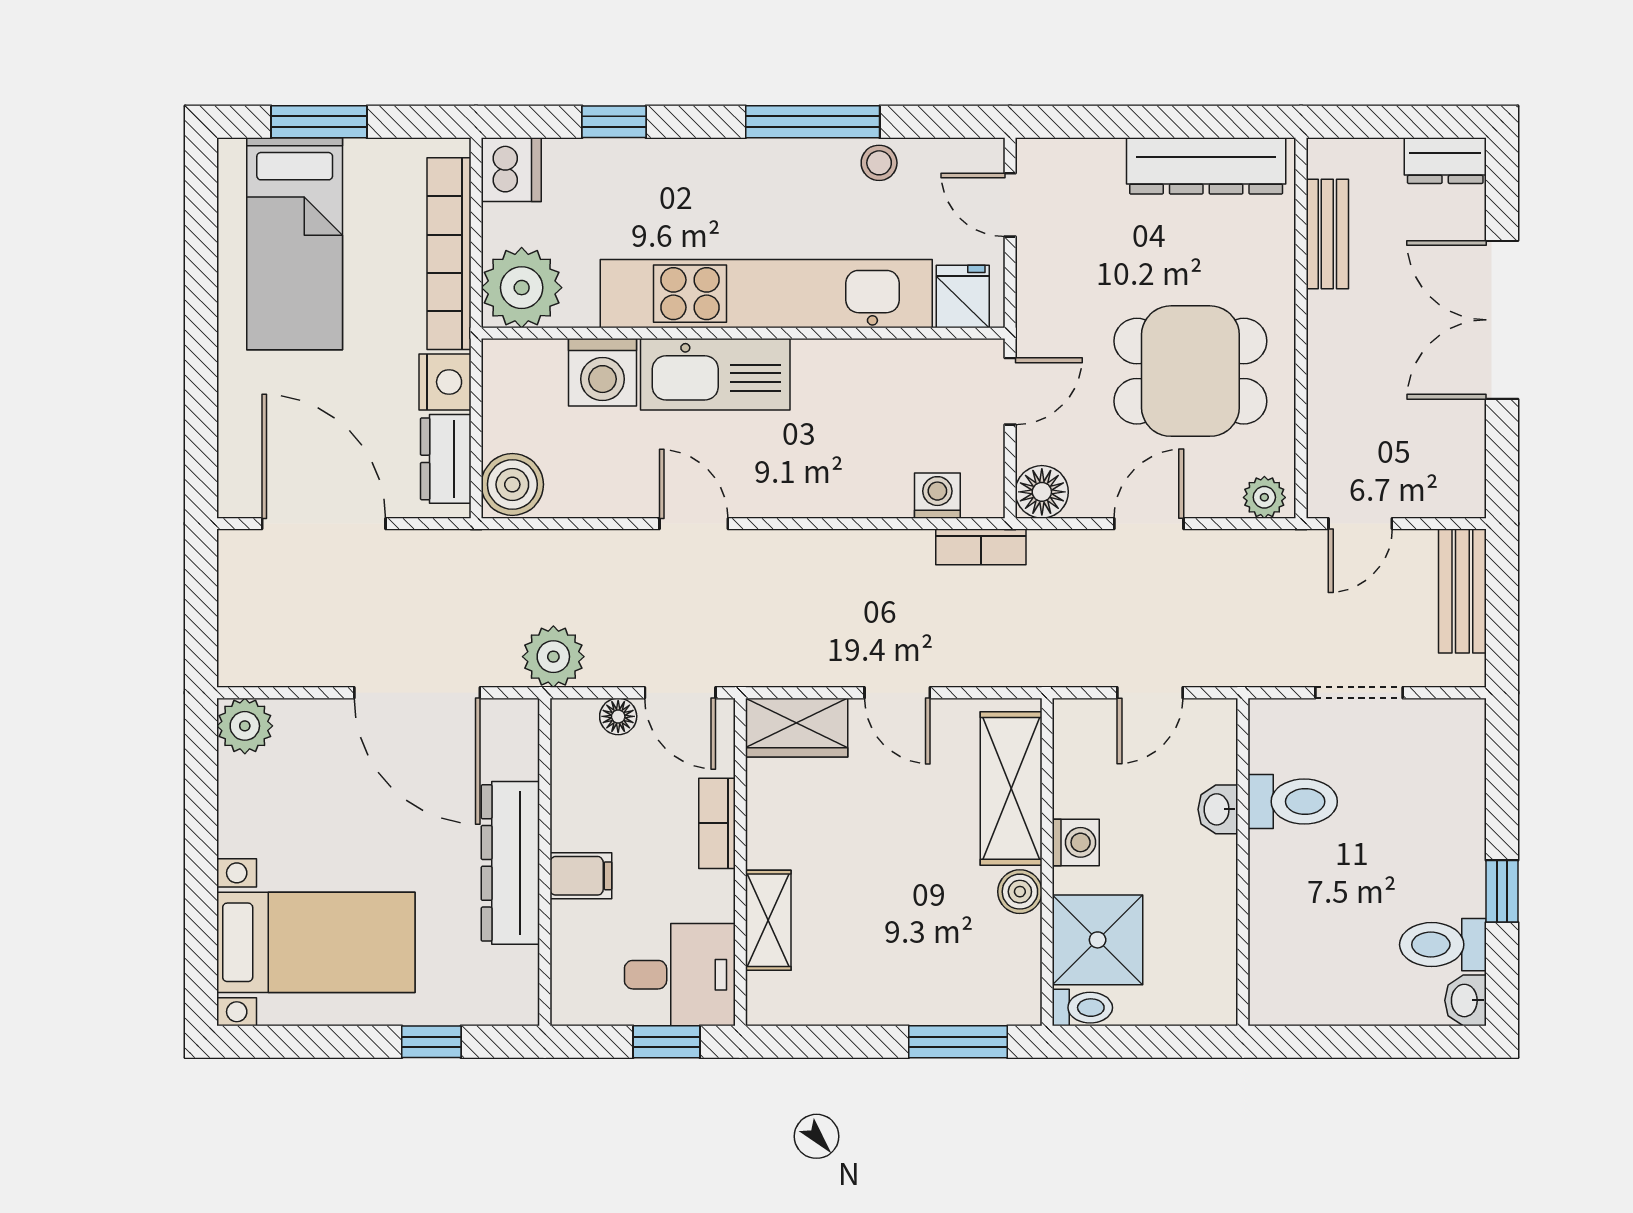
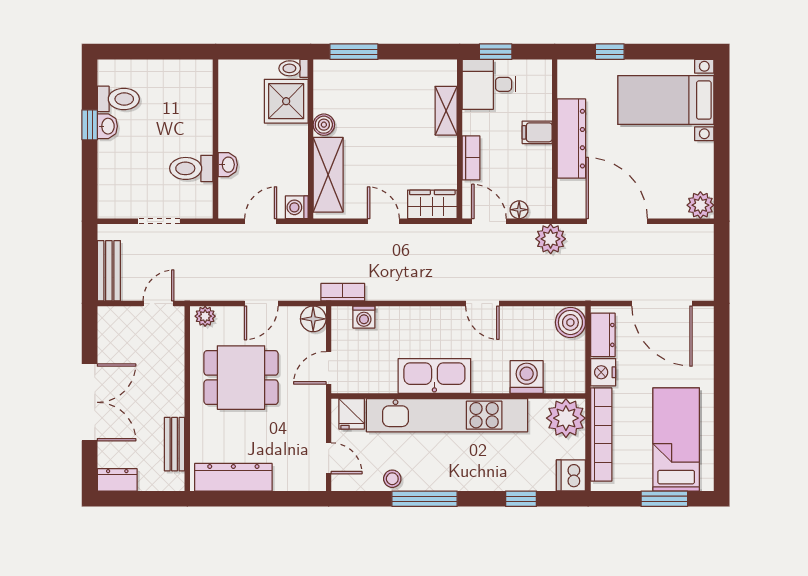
kitchen sink: (715, 374) -> (434, 376), moved
washing machine: (1076, 842) -> (297, 207), moved
washbasin: (1466, 1000) -> (107, 126), moved

